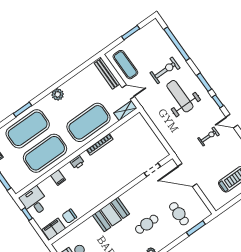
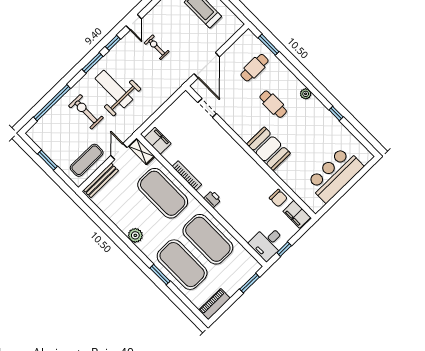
weight bench: (180, 96) -> (114, 89), turned 90
filing cabinet: (58, 178) -> (157, 141), moved, width x2.00

